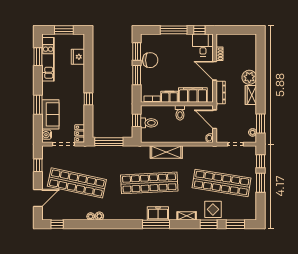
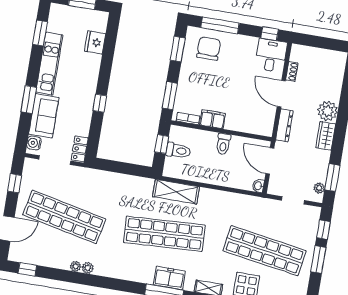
window: (174, 30) -> (220, 25), moved
kitchen unit: (48, 59) -> (49, 64), moved
chair: (150, 60) -> (209, 49), moved, turned -90
window: (137, 75) -> (170, 96), moved
filing cabinet: (193, 95) -> (245, 122), removed
window: (109, 142) -> (118, 167), removed
shelving: (166, 152) -> (176, 192), moved

